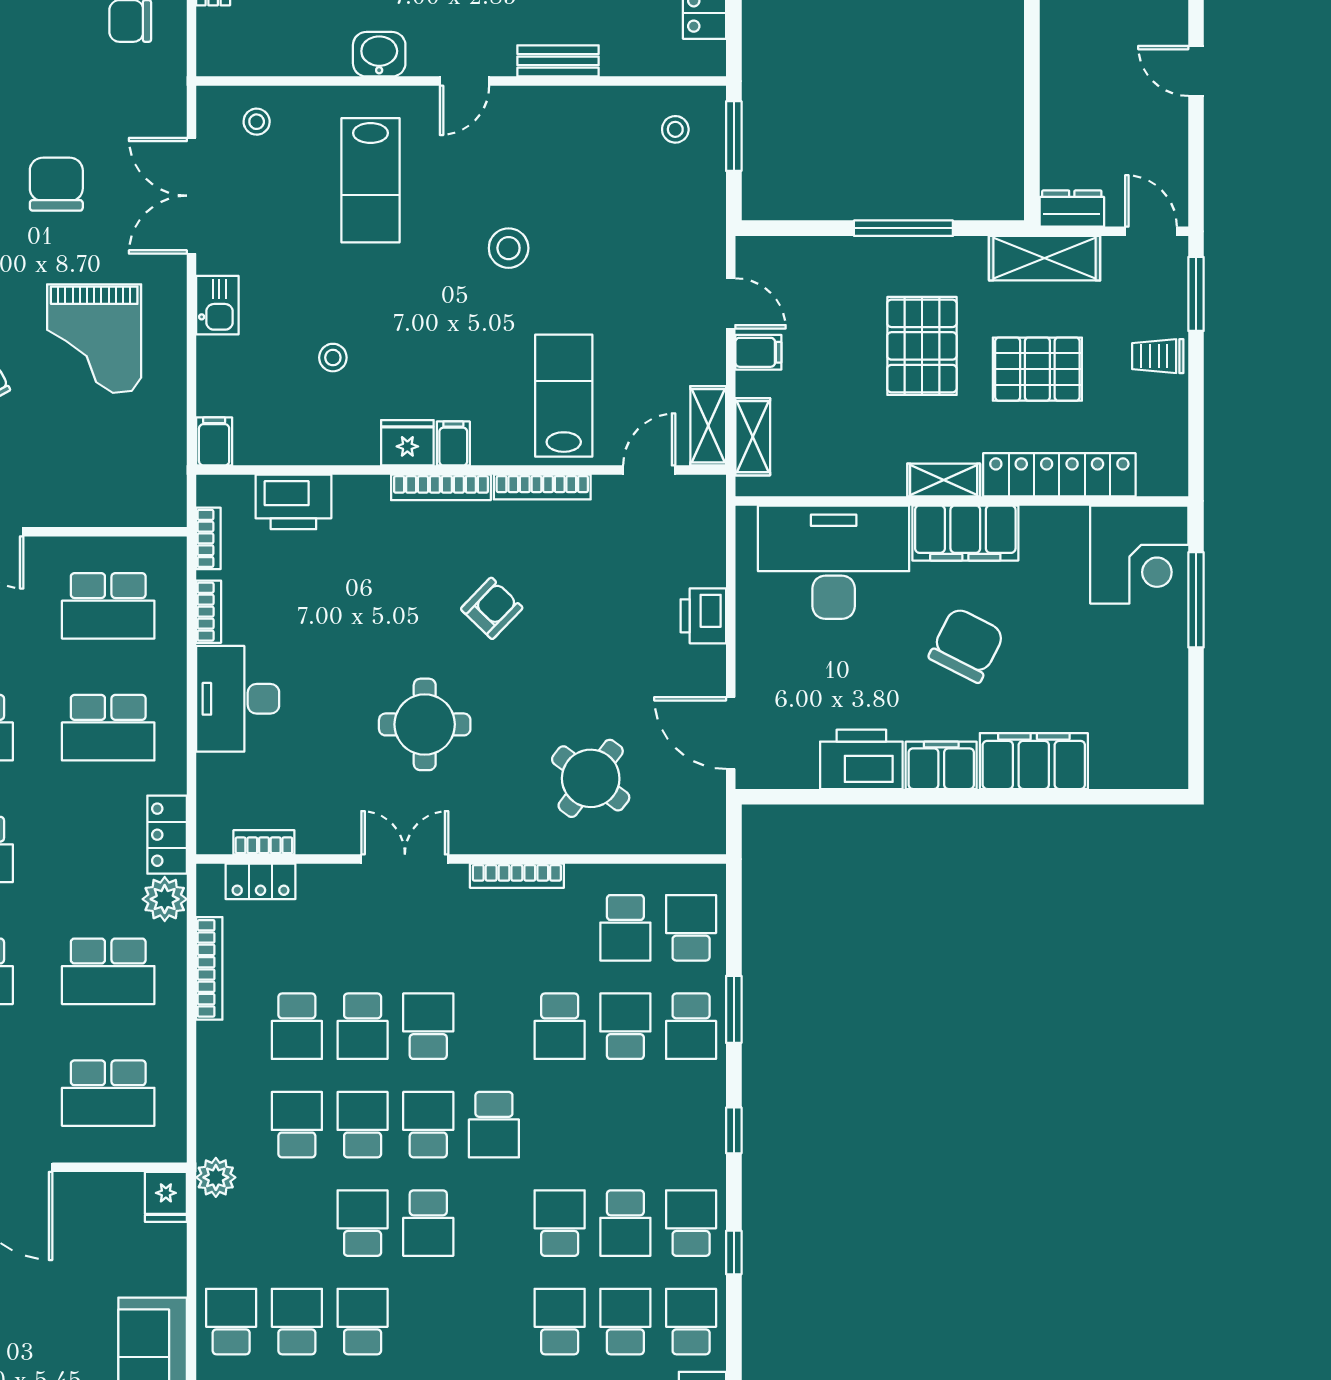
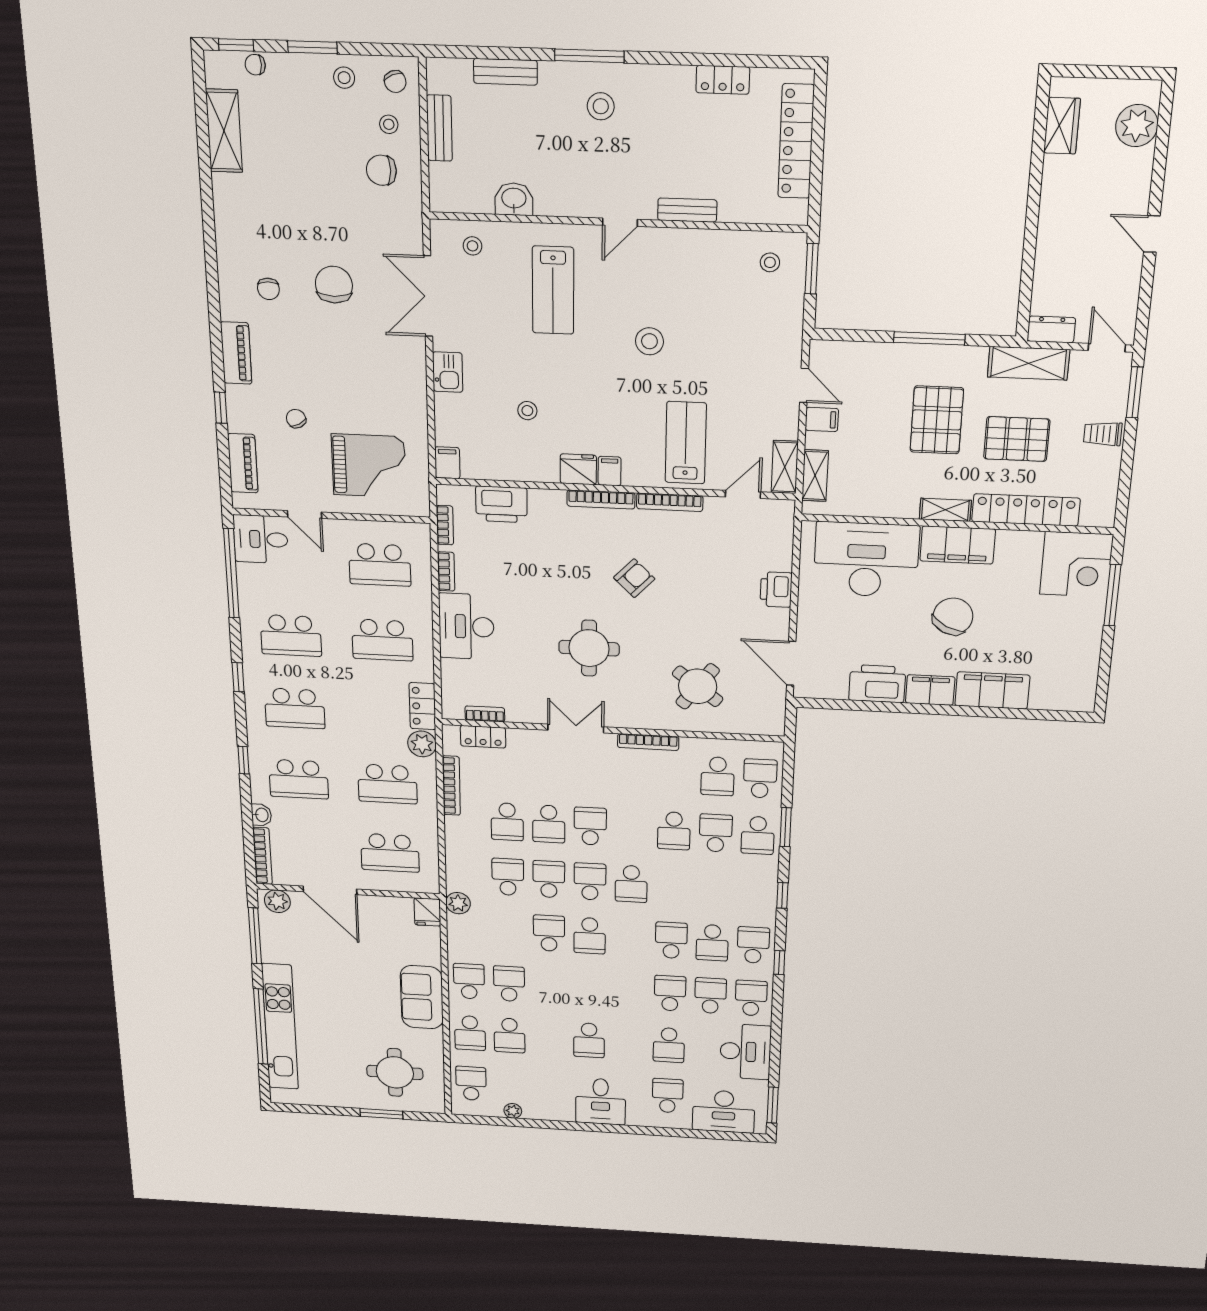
washbasin: (379, 54) -> (514, 199), moved
grand piano: (94, 339) -> (369, 466), moved, turned -90
school desk: (363, 1322) -> (549, 986), removed

